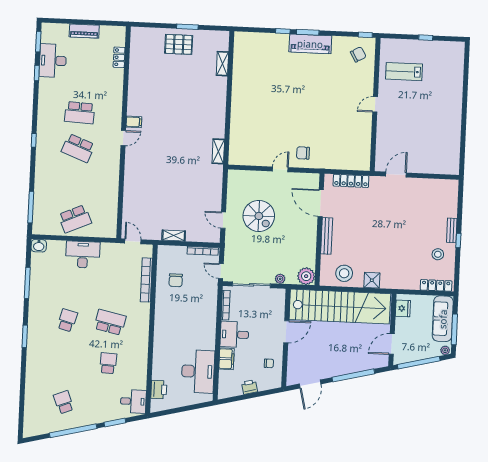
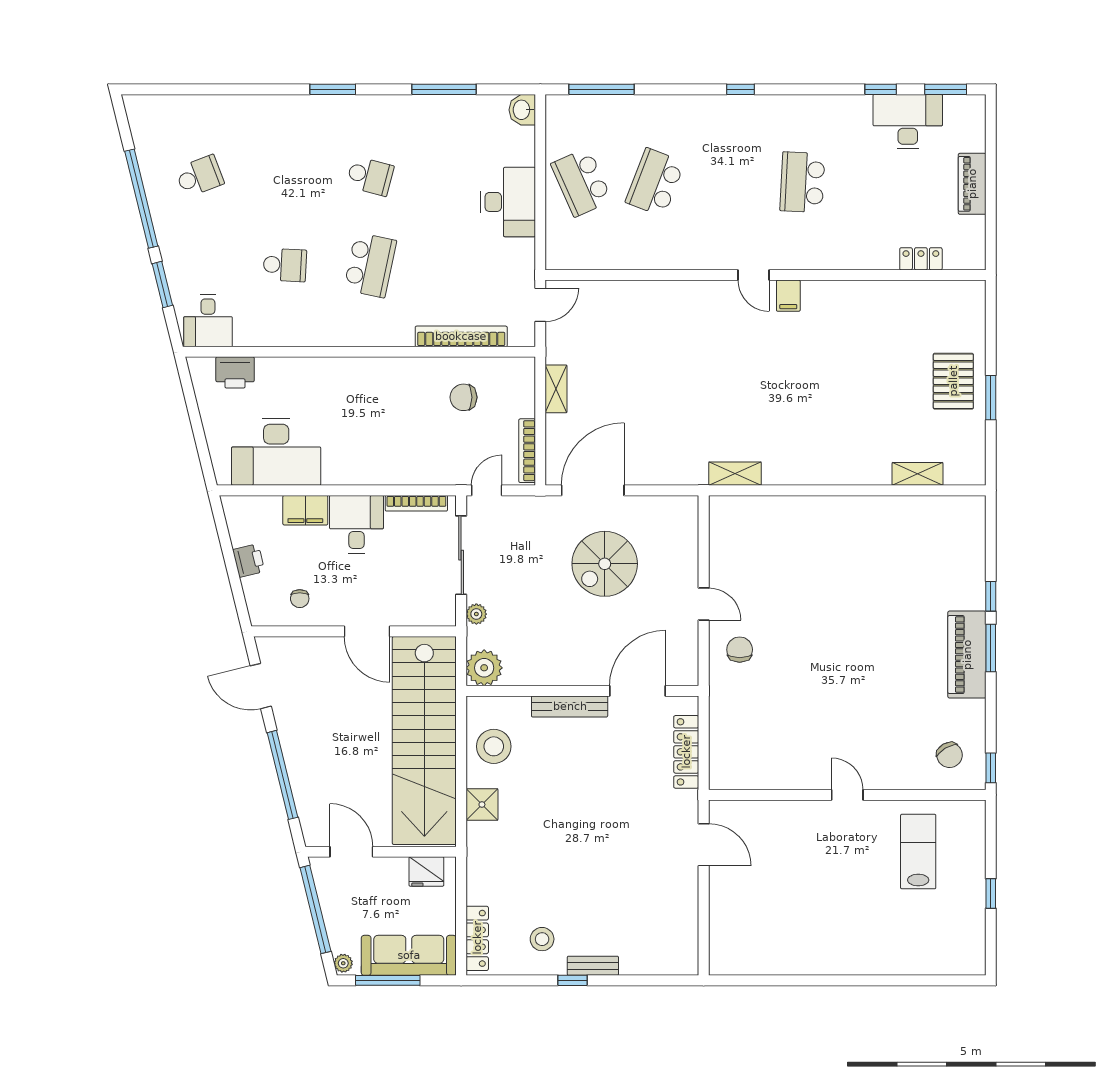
school desk: (78, 148) -> (655, 182), moved
door: (223, 220) -> (593, 490), width x1.88

